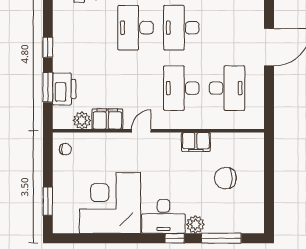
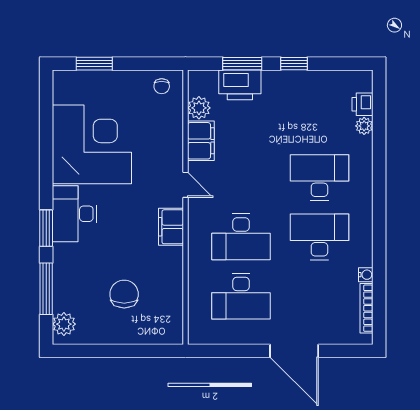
desk: (181, 88) -> (241, 237), turned 180
filing cabinet: (196, 142) -> (171, 227), moved
plant: (195, 224) -> (64, 324), moved
window: (175, 238) -> (46, 228), width x1.50

